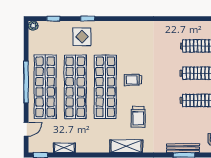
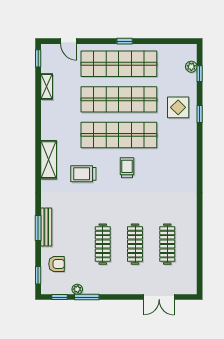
plant: (33, 26) -> (191, 67), moved
window: (26, 82) -> (125, 41), width x0.32

